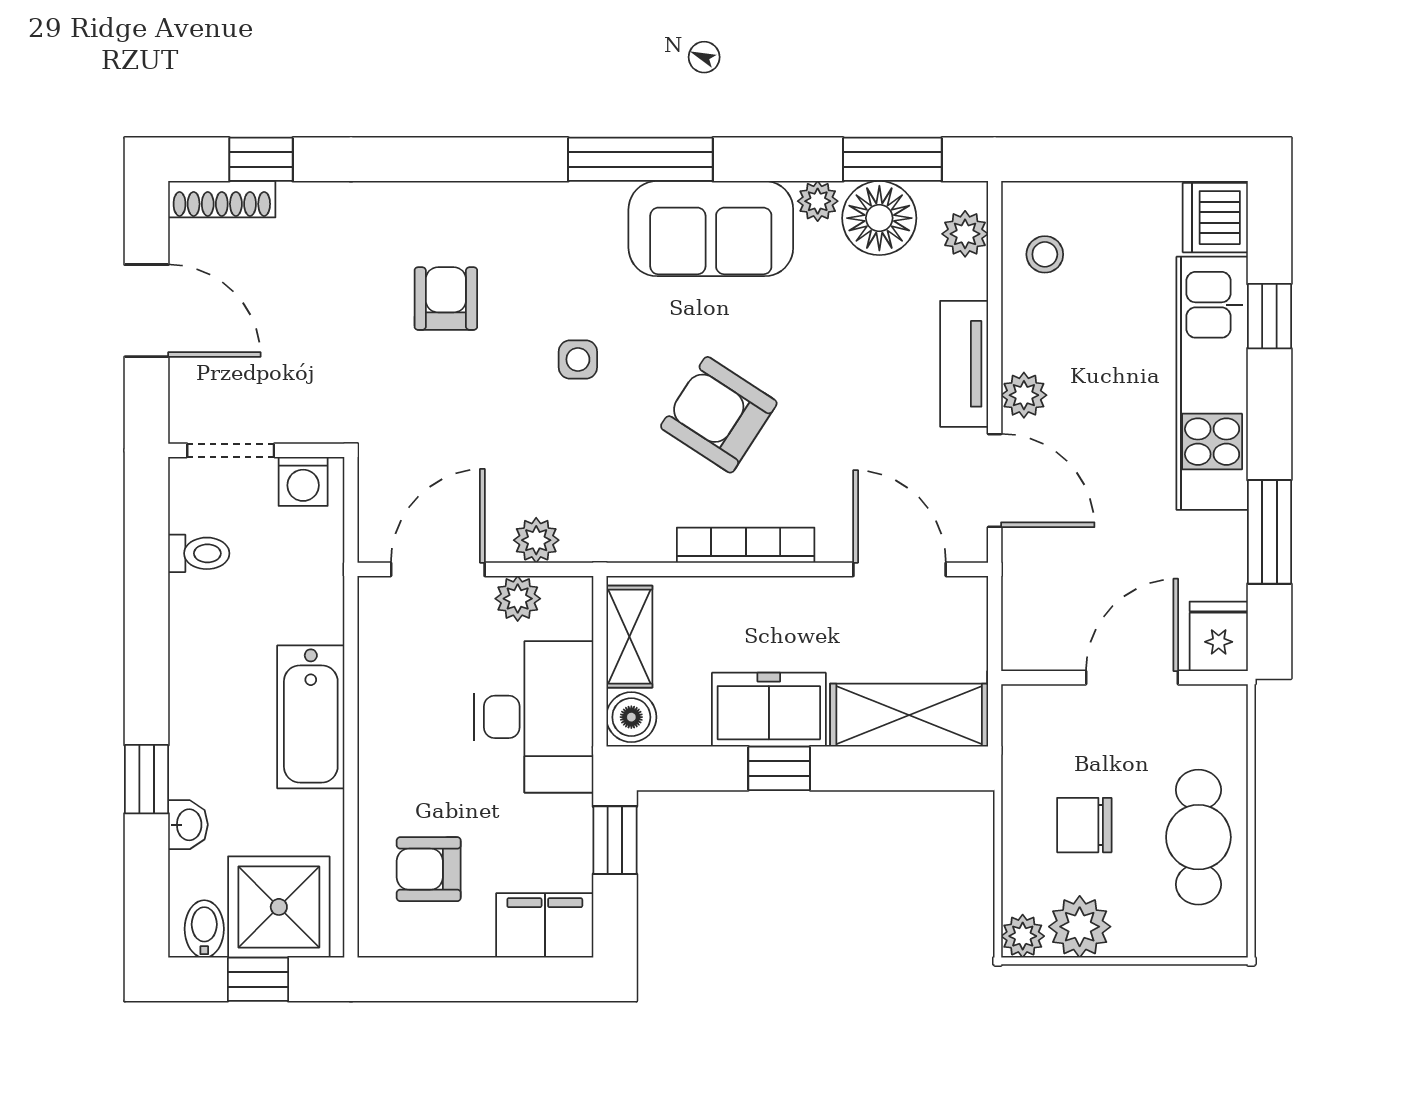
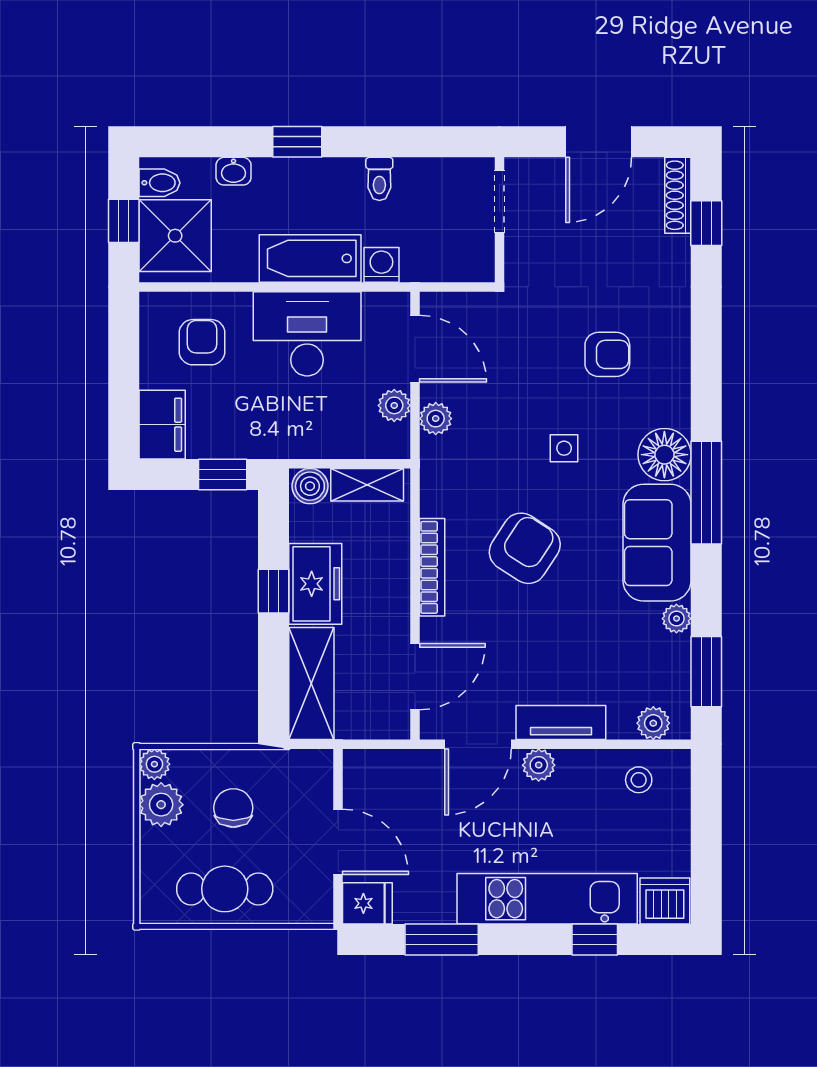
floor lamp: (879, 218) -> (664, 455), moved
washing machine: (303, 481) -> (381, 265), moved, turned 90
toilet: (199, 553) -> (379, 179), moved
desk: (534, 717) -> (307, 334), moved, turned 180
window: (147, 779) -> (297, 142), moved

